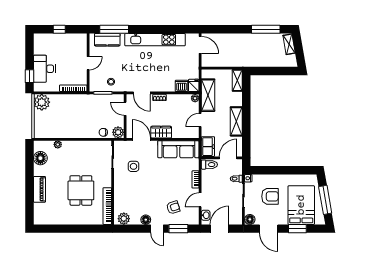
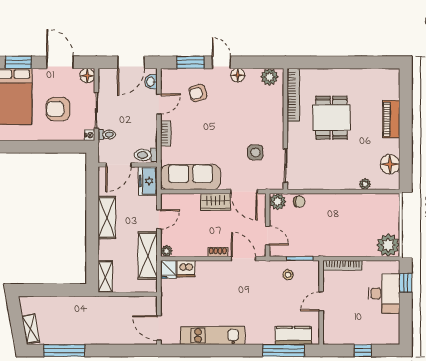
kitchen unit: (155, 40) -> (213, 336), width x0.73

